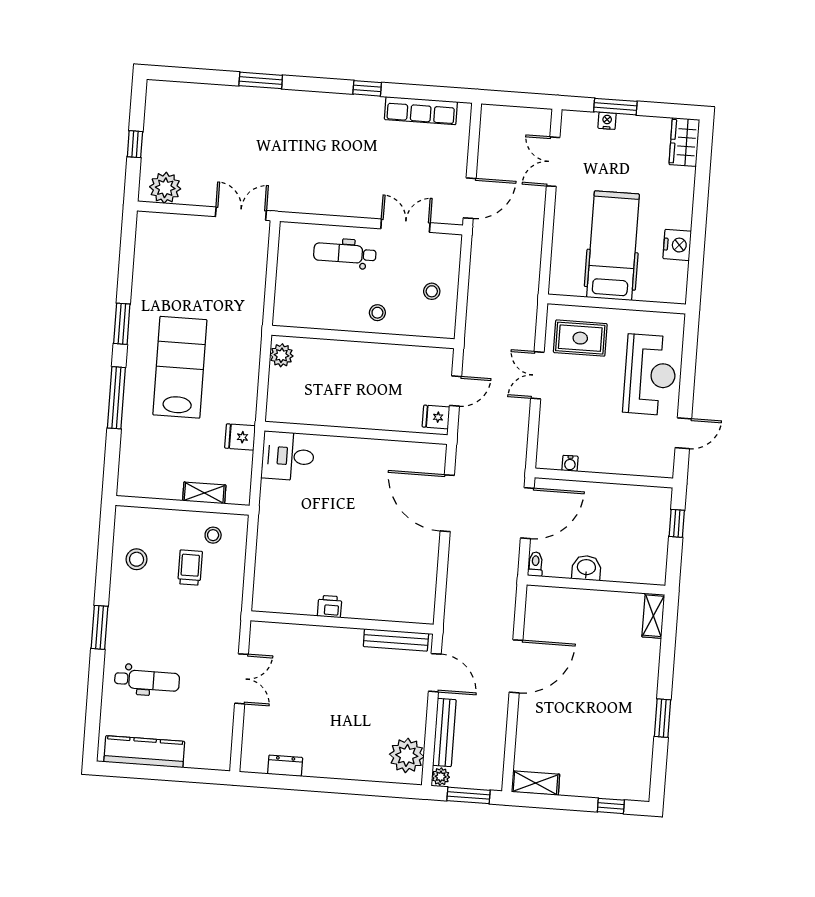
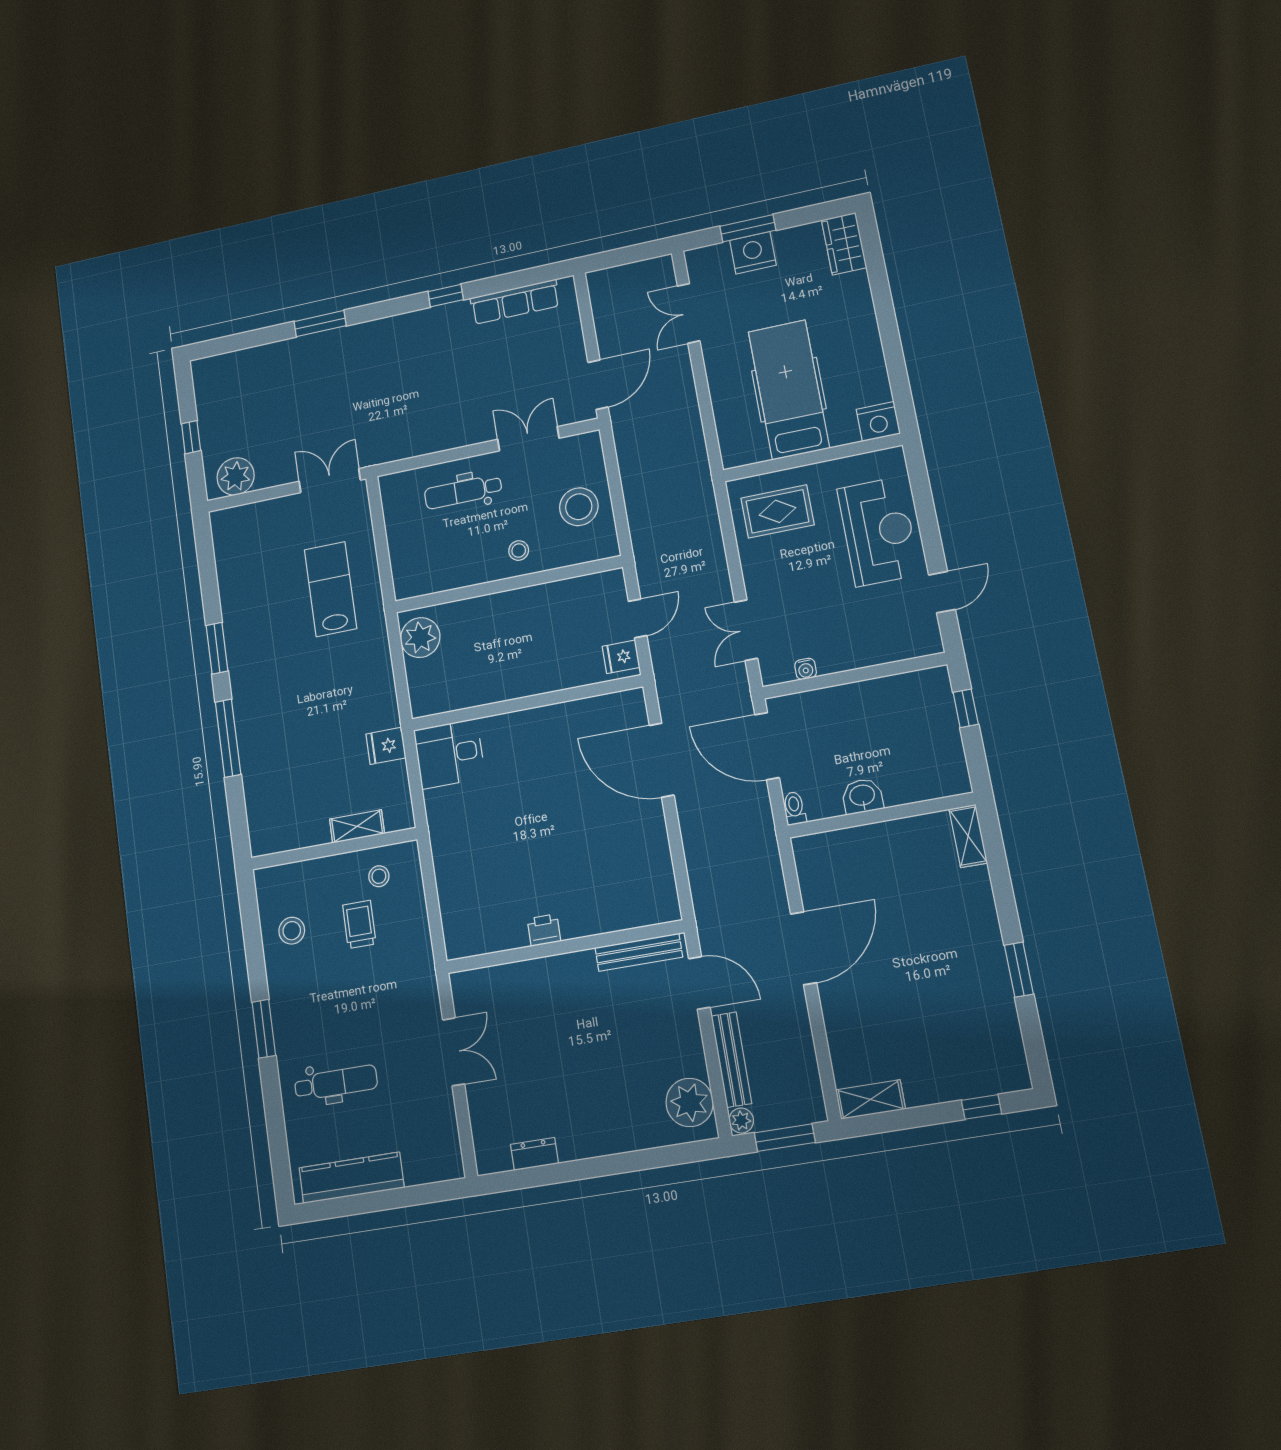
nightstand: (607, 121) -> (753, 253), width x1.89, depth x1.79
nightstand: (677, 245) -> (878, 422), moved, turned 90
stool: (432, 291) -> (579, 507), width x1.89, depth x1.89
plant: (281, 355) -> (420, 638), width x1.36, depth x1.36
lab bench: (180, 367) -> (331, 589), moved, width x0.73, depth x0.72
double door: (537, 375) -> (746, 630), moved
door: (527, 513) -> (767, 746), swing flipped

